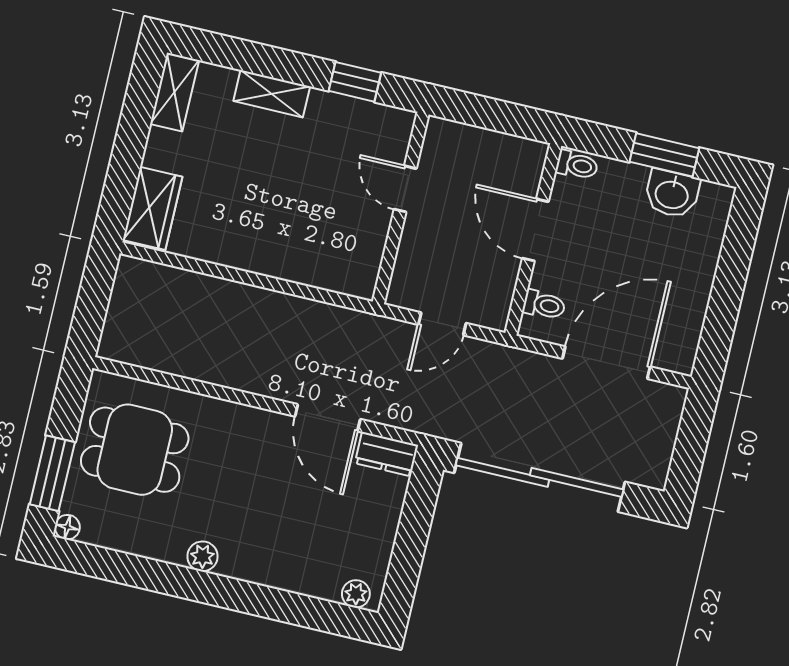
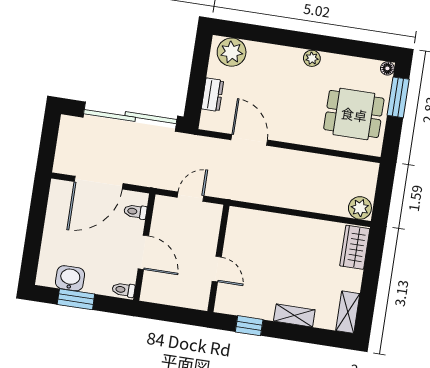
plant: (137, 279) -> (360, 208), added
dresser: (387, 454) -> (213, 95), moved, turned 90
plant: (356, 594) -> (232, 52), width x1.88, depth x1.88

